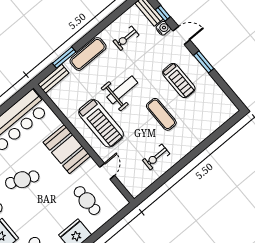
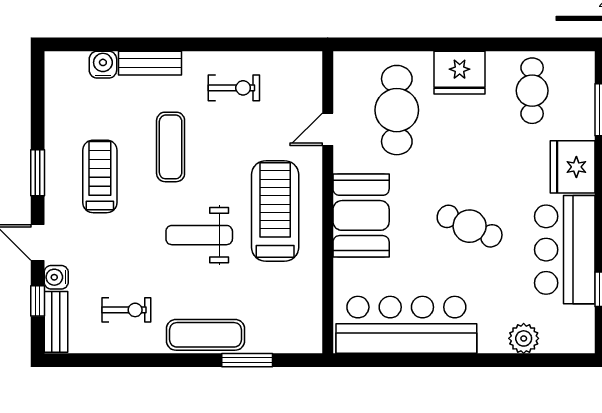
bench: (53, 79) -> (150, 63), moved
water cooler: (213, 124) -> (103, 65), added
cafe table: (87, 201) -> (397, 110), width x1.37, depth x1.35

